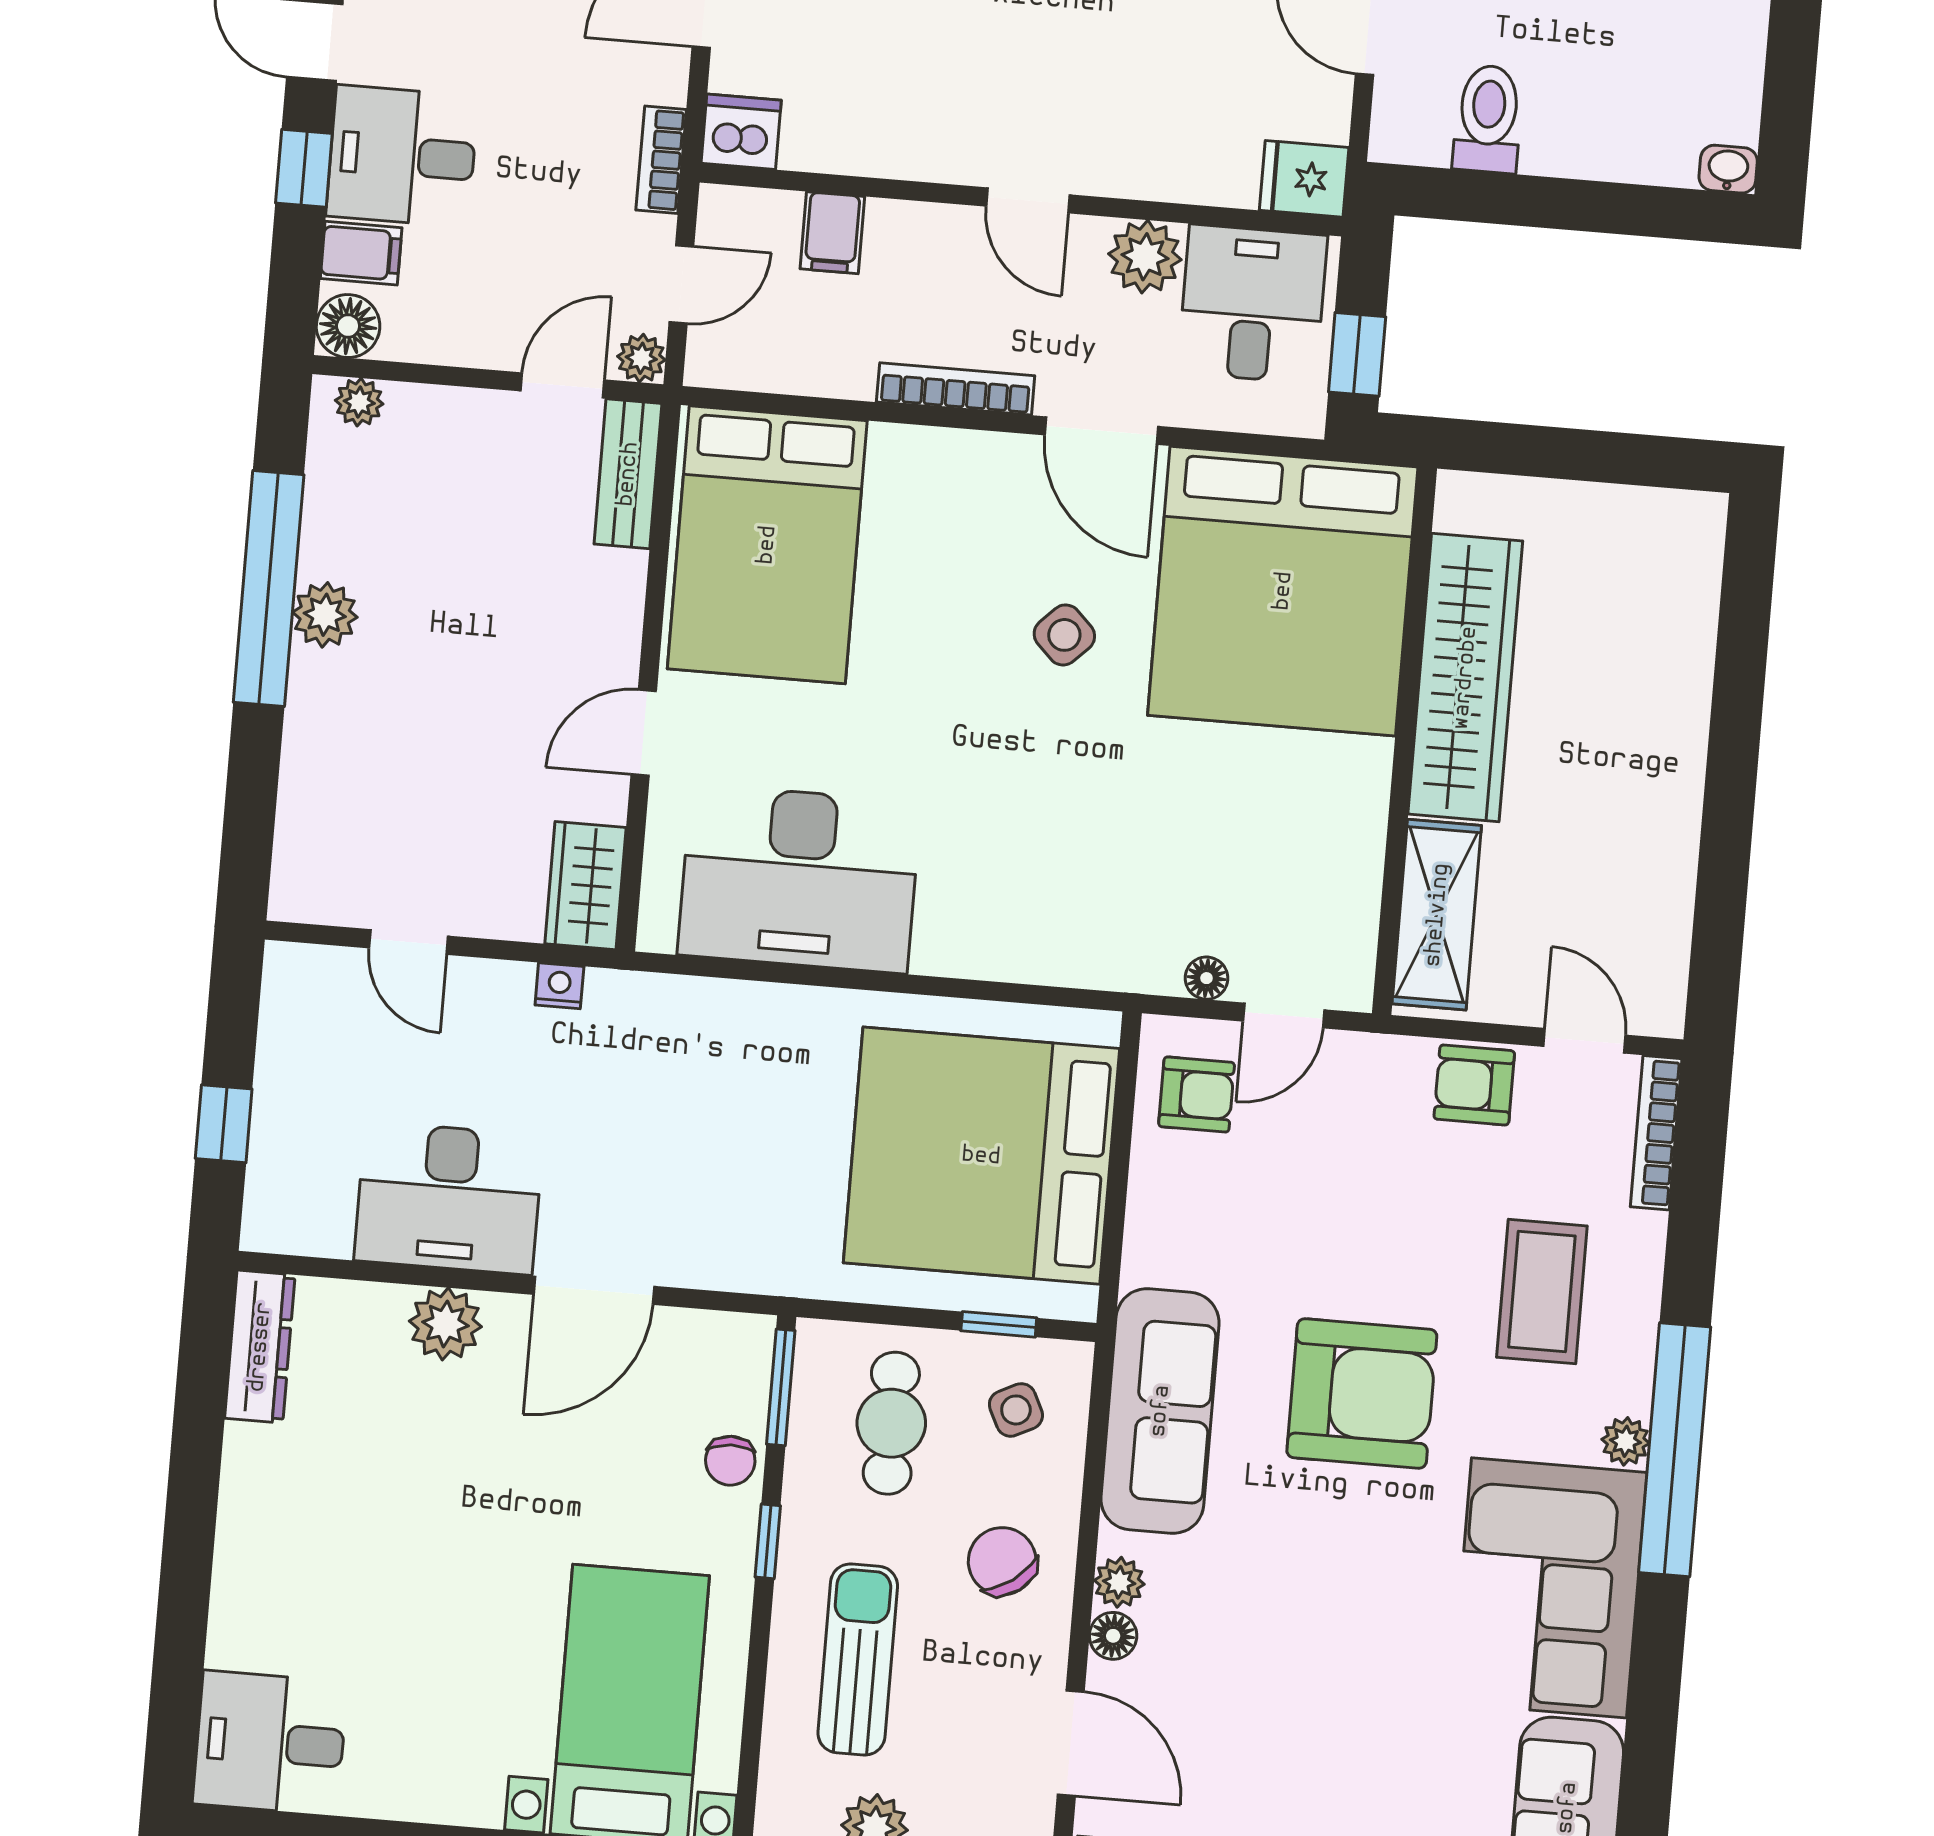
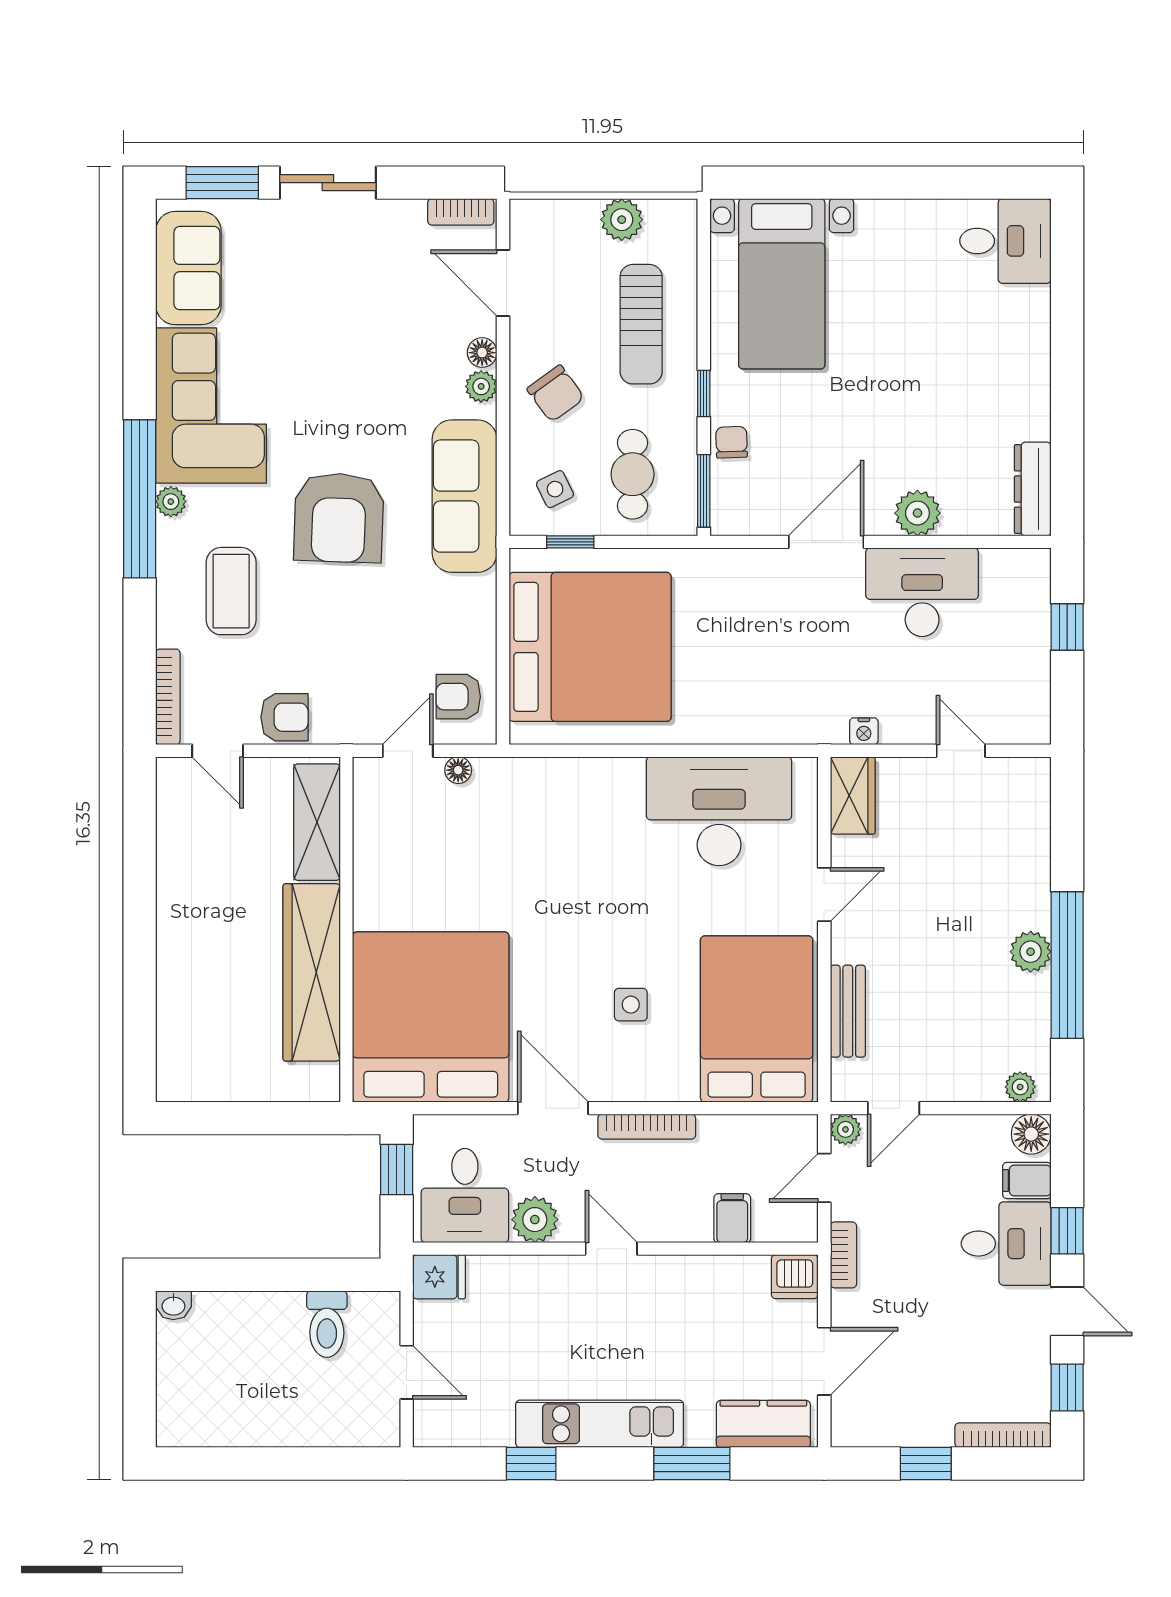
bench: (628, 474) -> (848, 1011), moved
side table: (1064, 635) -> (631, 1005), moved, turned 45
armchair: (1362, 1394) -> (339, 518), turned -88

